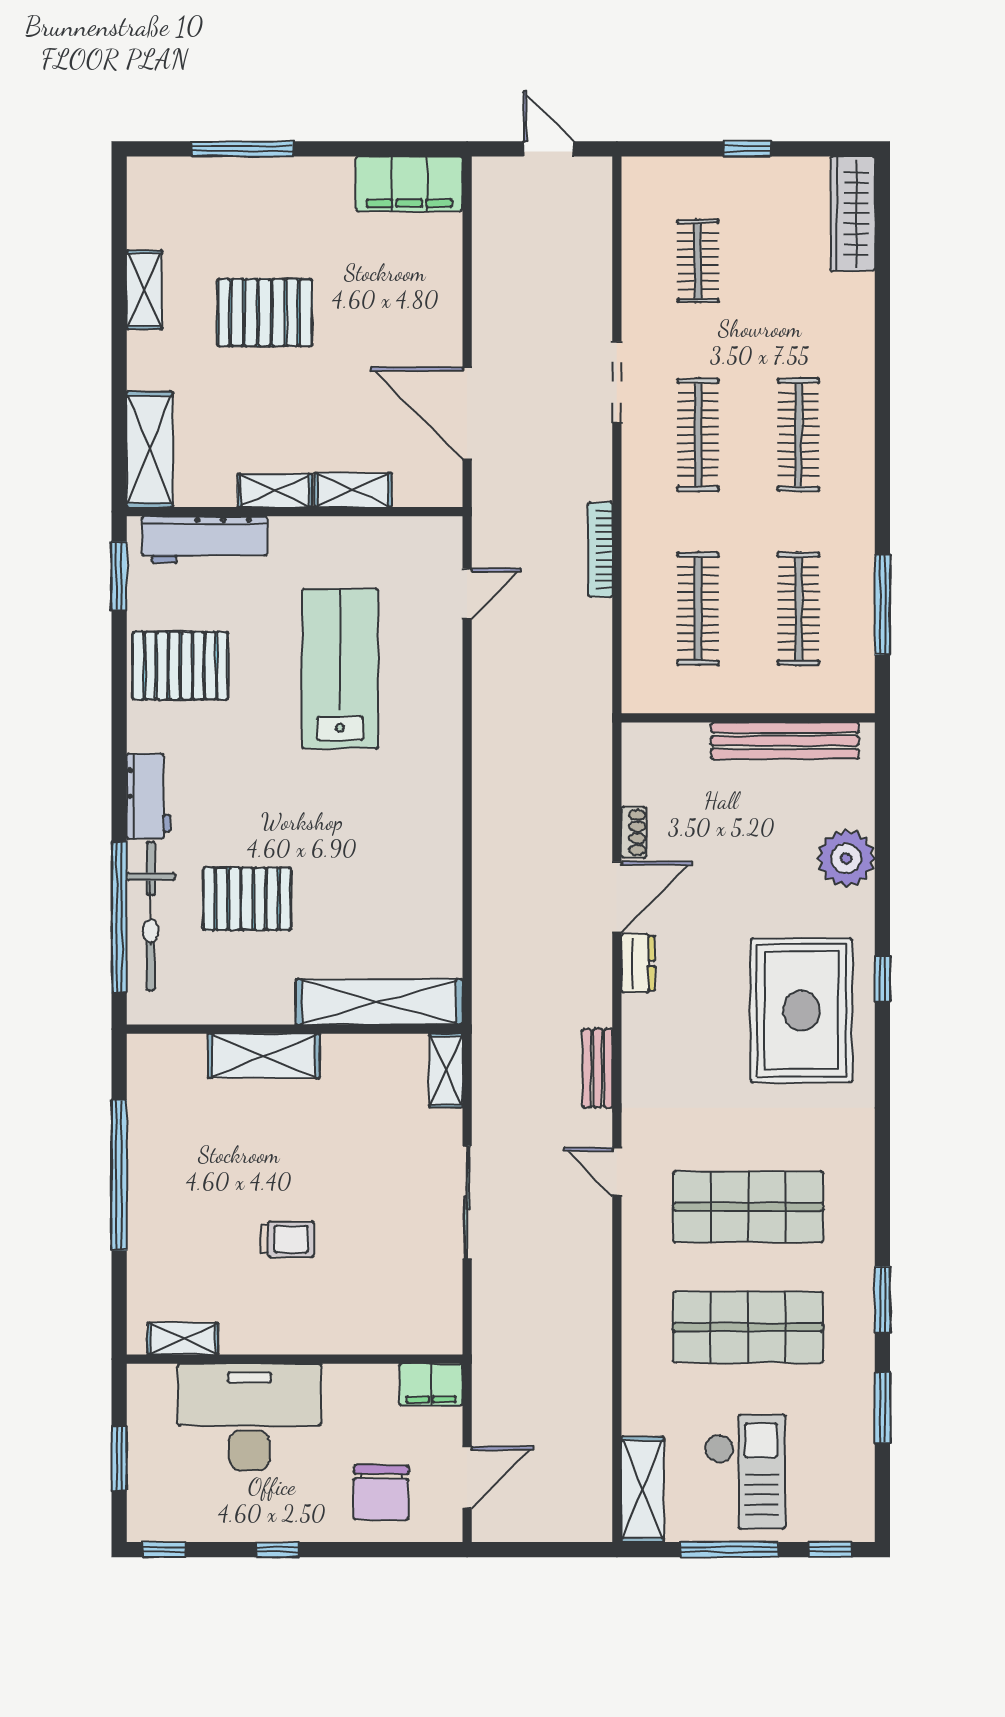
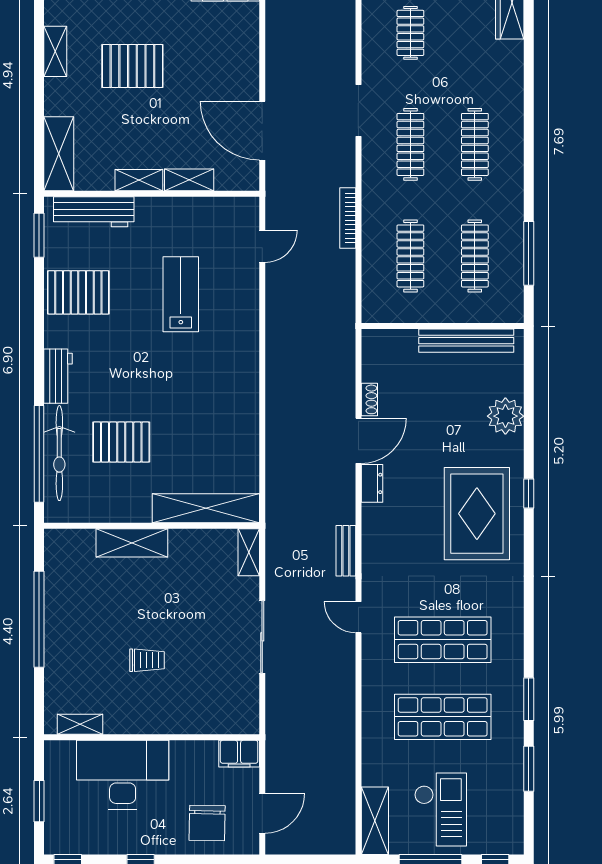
lab bench: (340, 669) -> (181, 294), width x0.73, depth x0.72

